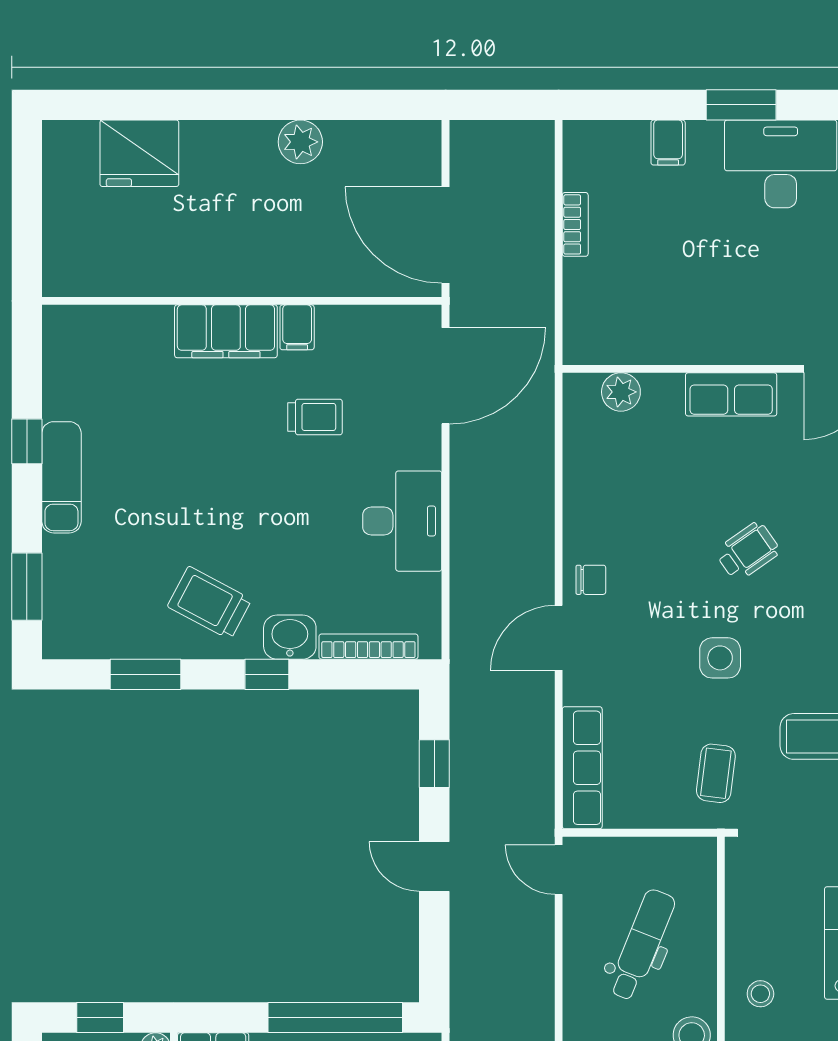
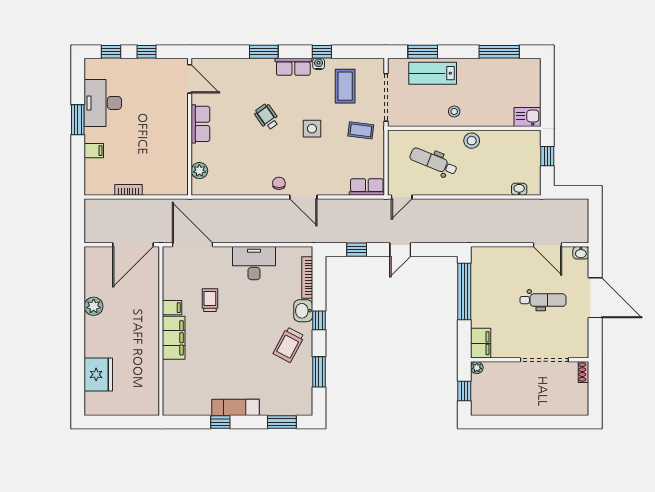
row of seats: (582, 768) -> (367, 187), width x0.68

